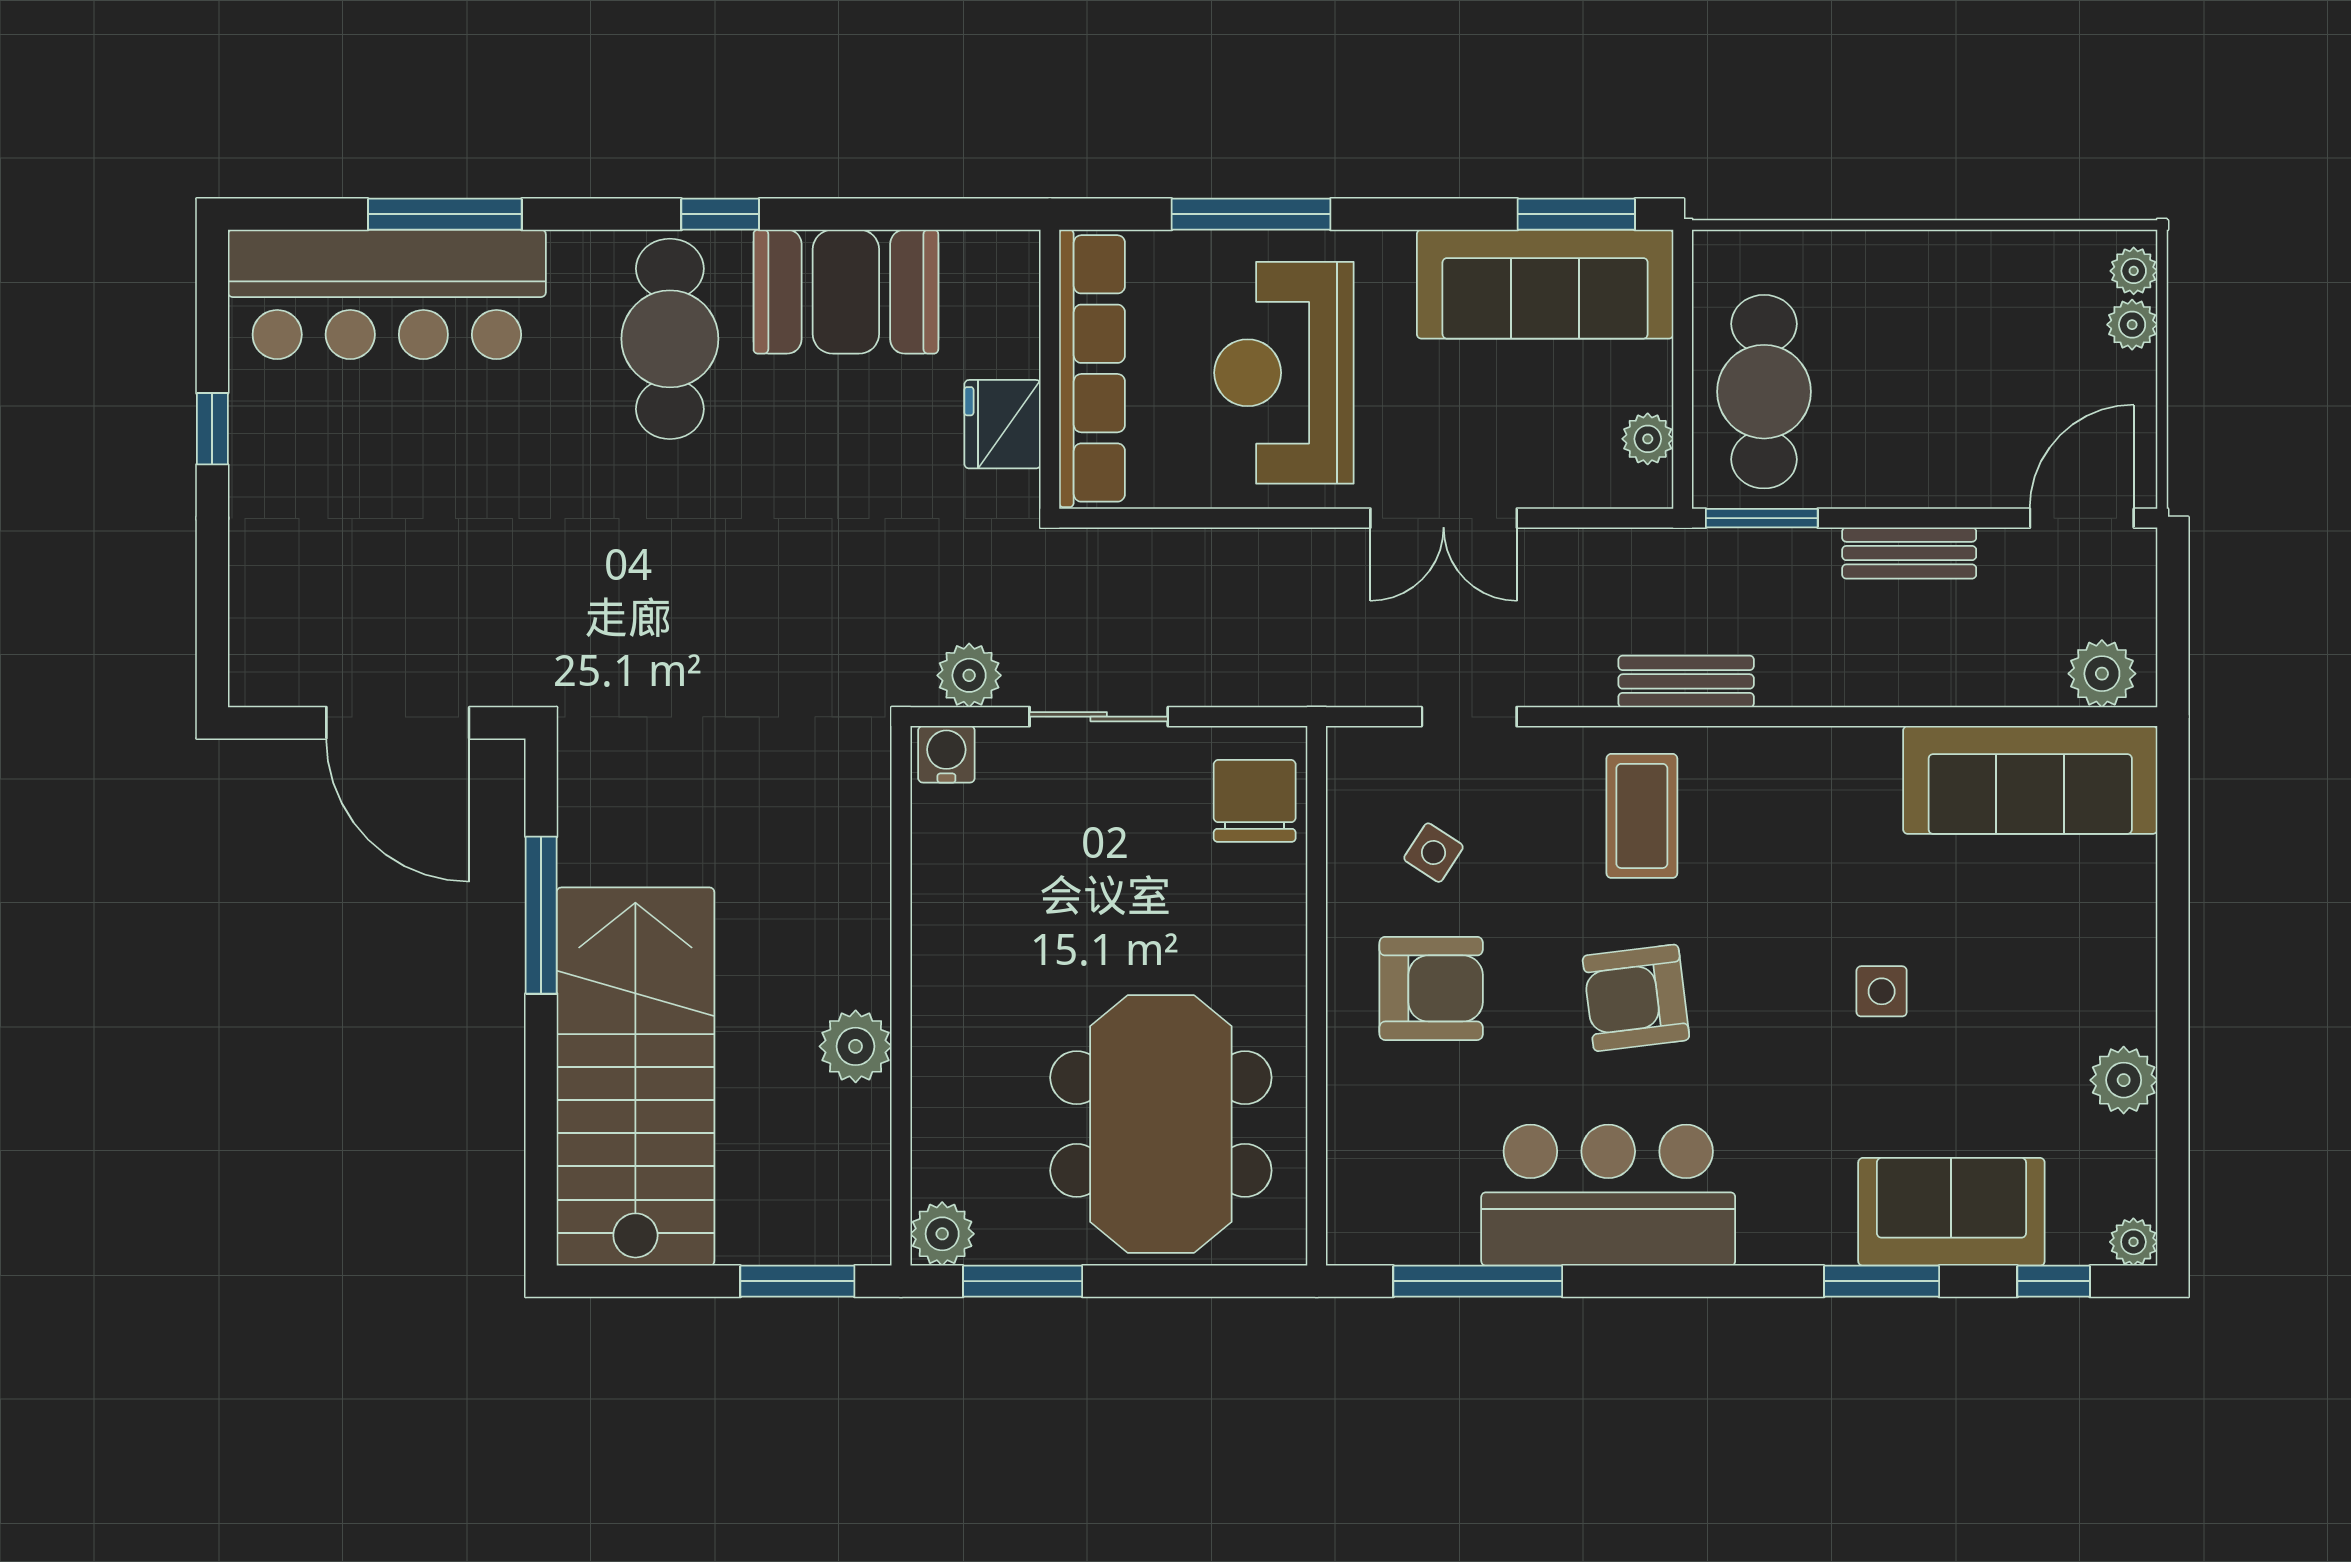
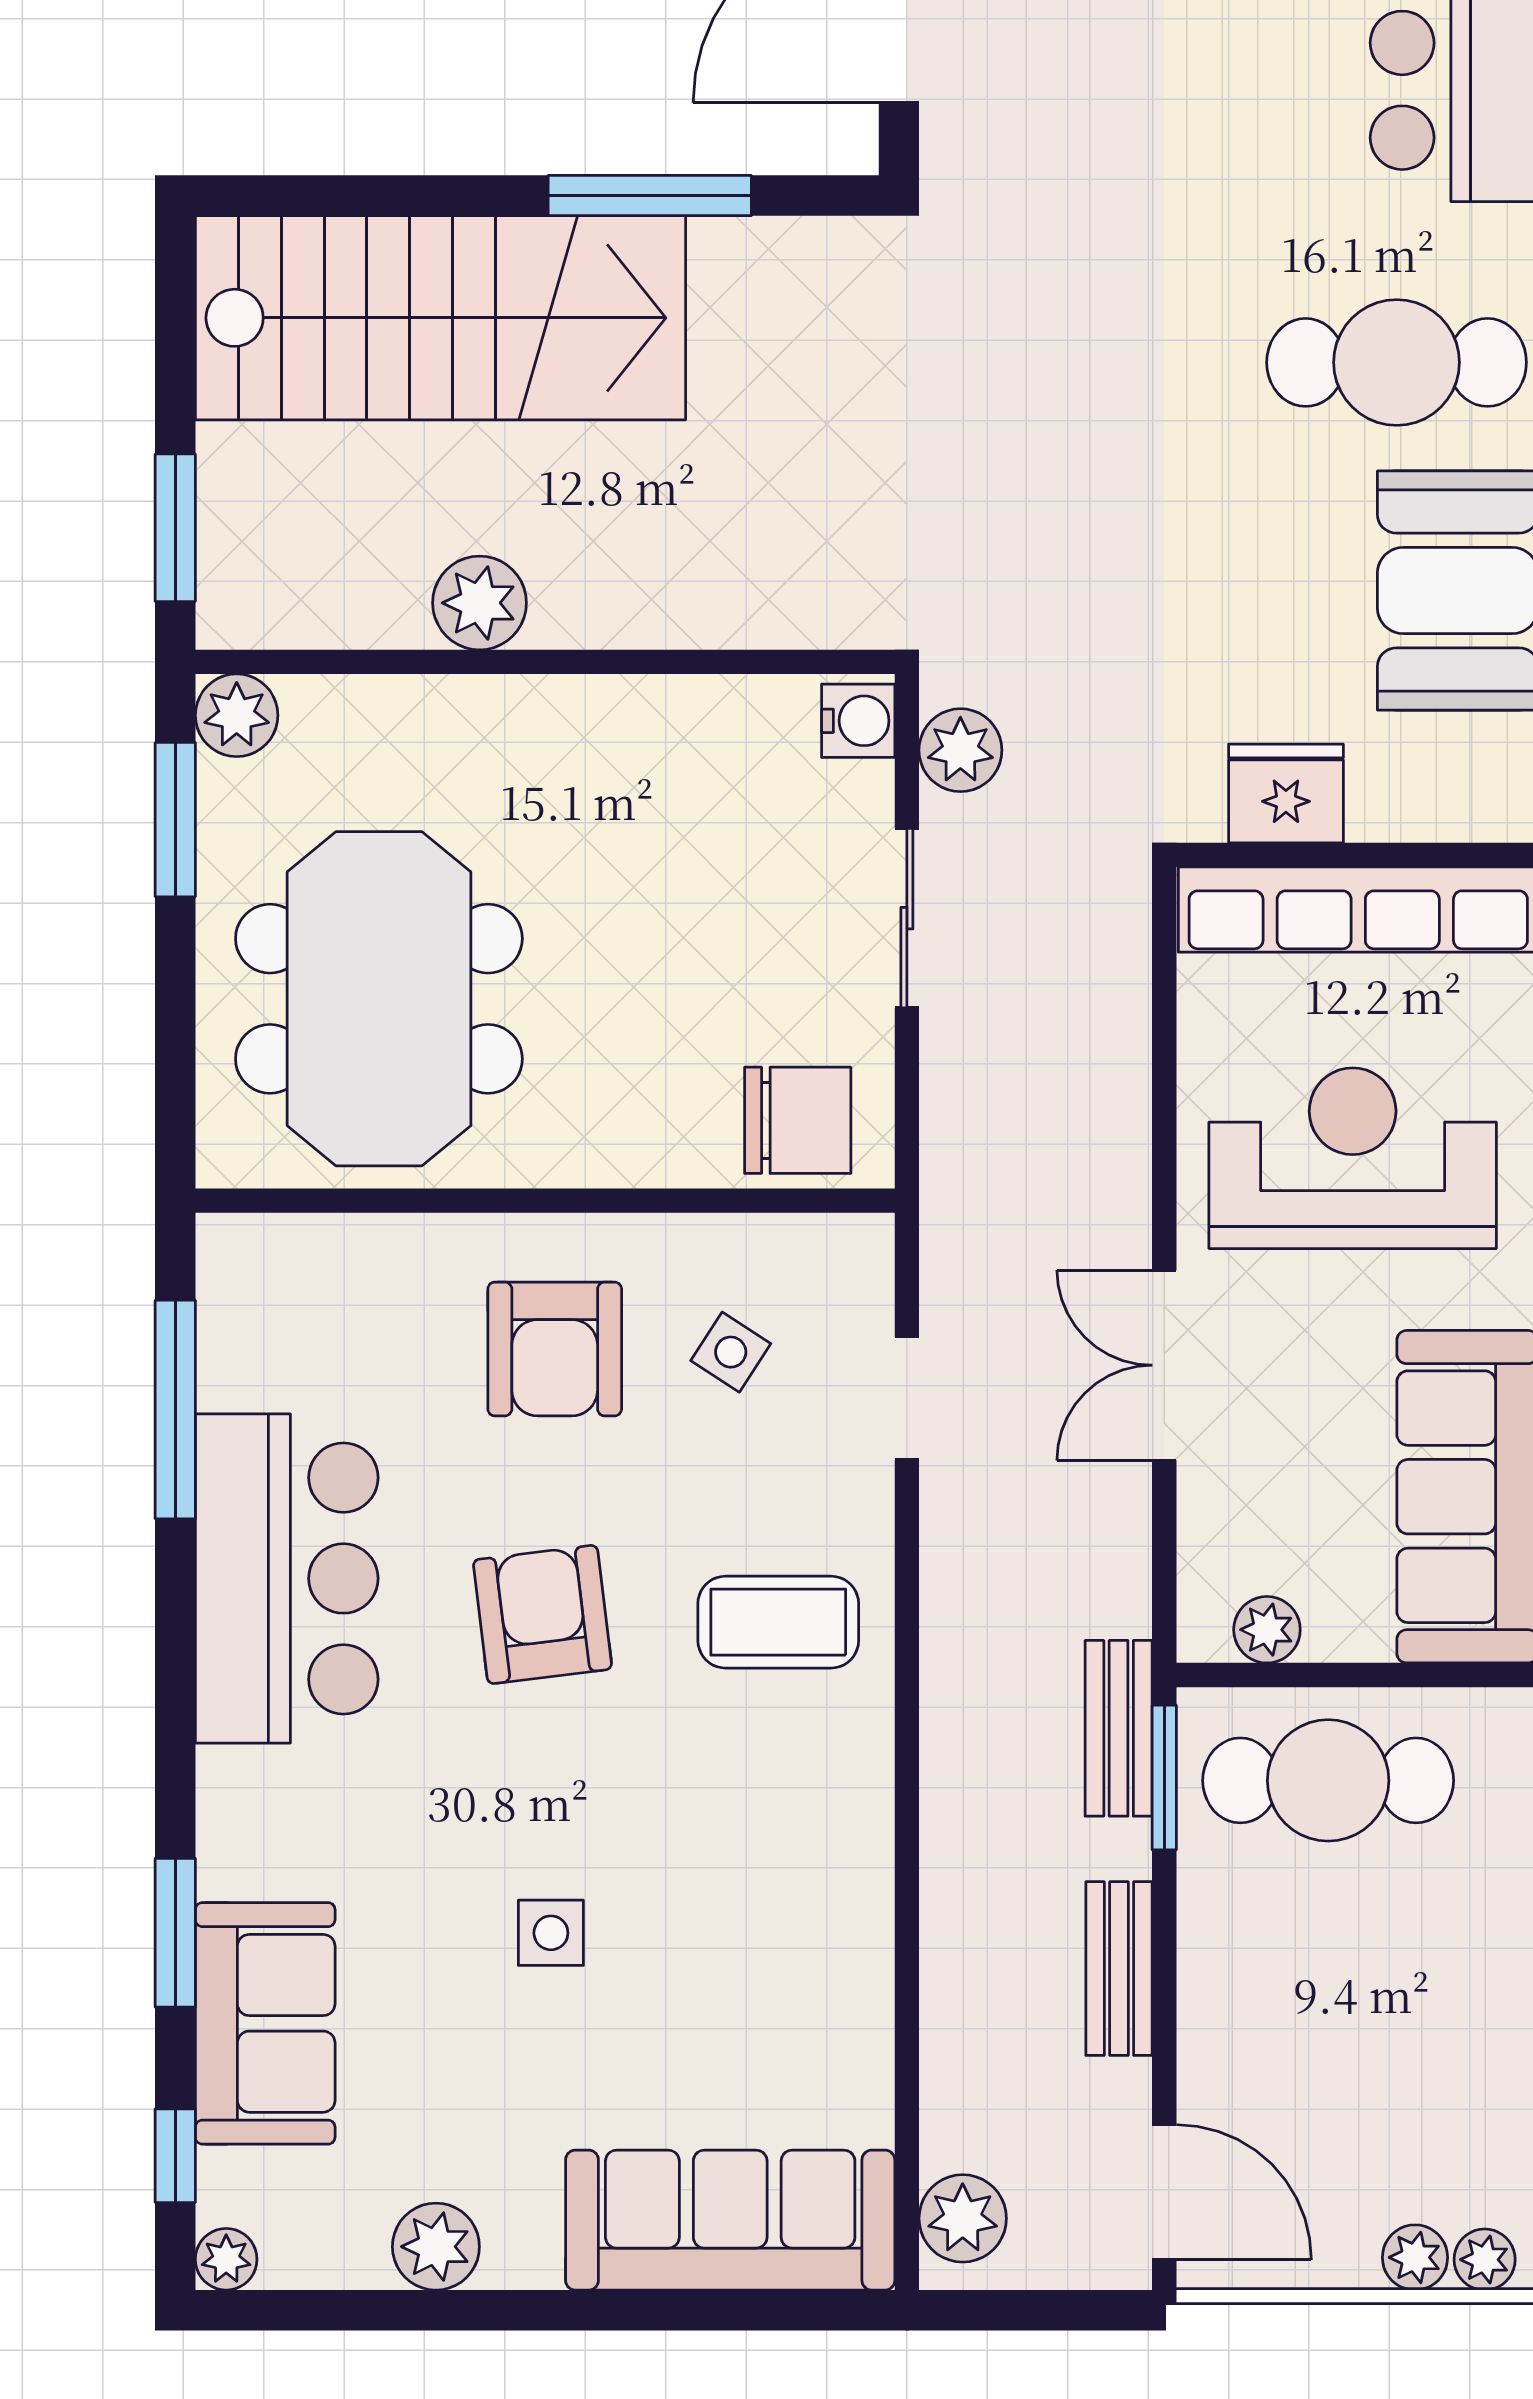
bench: (1686, 681) -> (1119, 1728), moved
sofa: (2030, 780) -> (730, 2220), moved, turned 90
meeting table: (1161, 1124) -> (379, 999), turned 90

